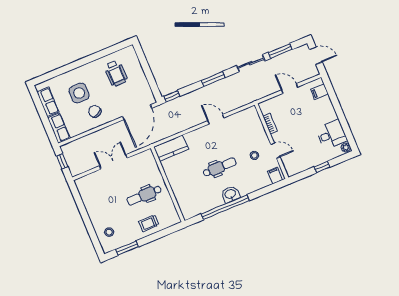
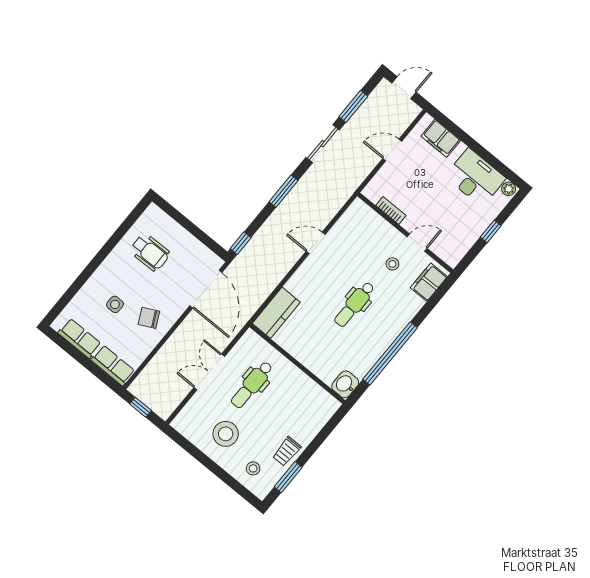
filing cabinet: (320, 92) -> (441, 138), width x2.00
side table: (79, 93) -> (115, 304), width x0.54, depth x0.54
desk: (331, 135) -> (475, 177), width x1.37
dental chair: (219, 167) -> (354, 304), turned 180
filing cabinet: (275, 175) -> (429, 282), width x2.00
washbasin: (230, 194) -> (345, 384), moved
dental chair: (144, 195) -> (252, 385), moved
stool: (104, 203) -> (226, 434), added
trolley: (149, 223) -> (287, 451), moved

